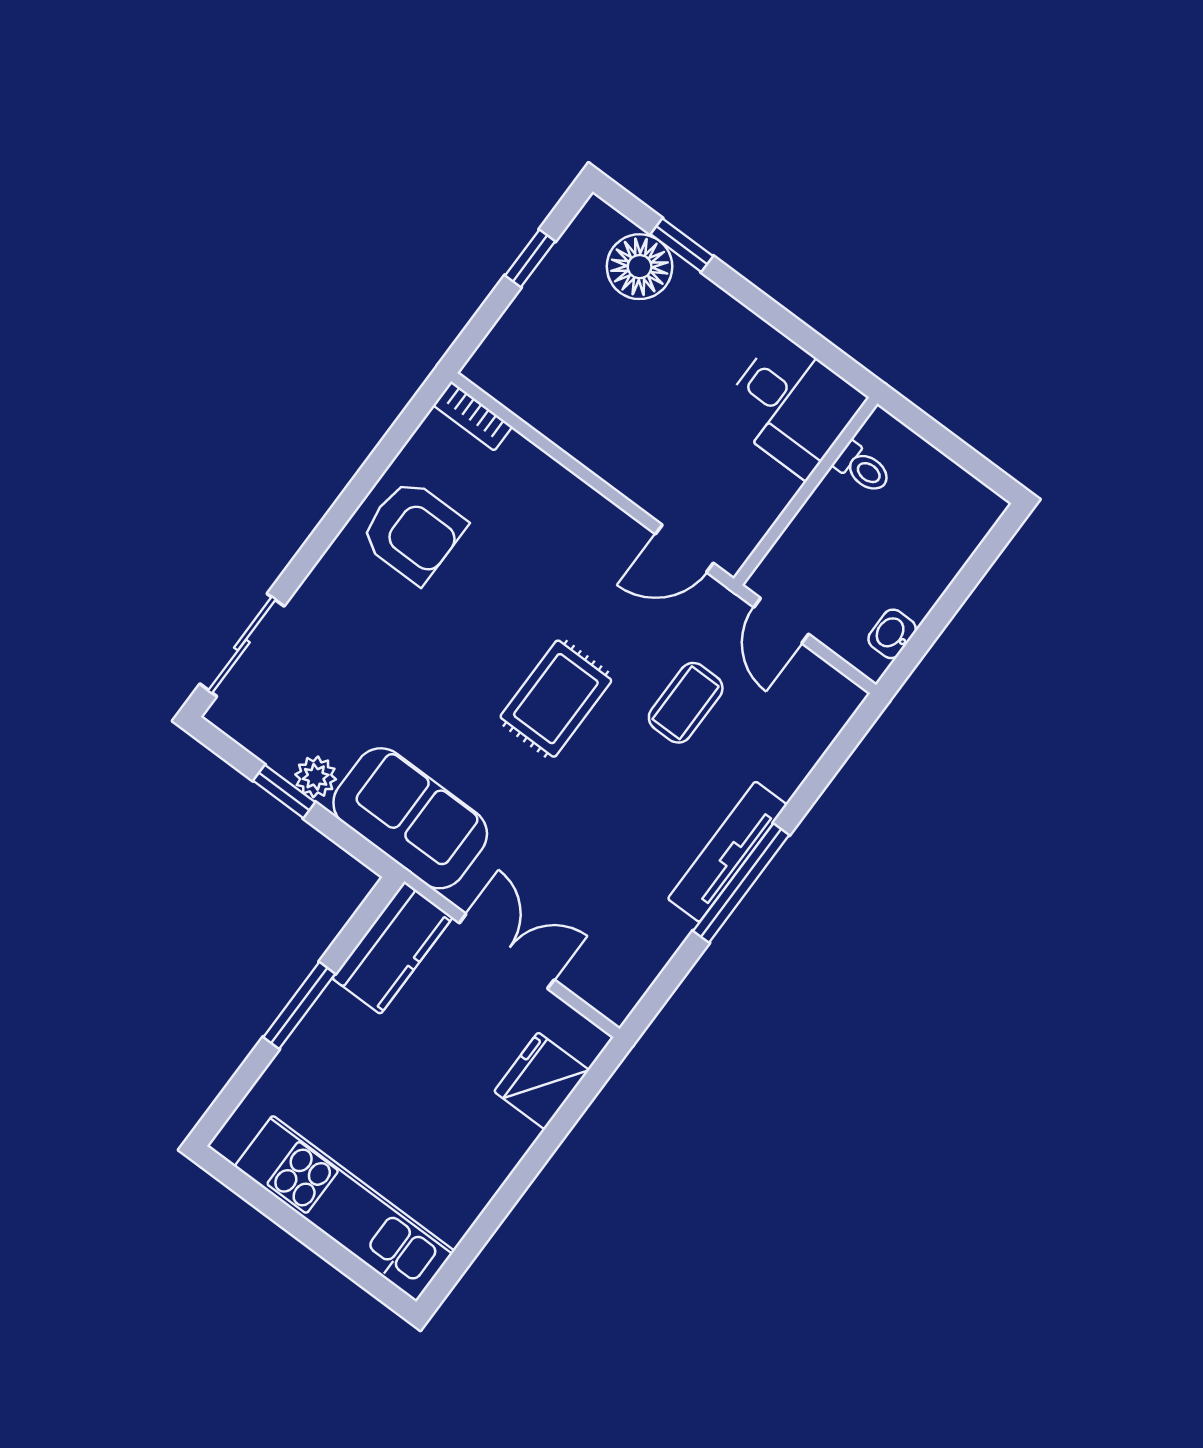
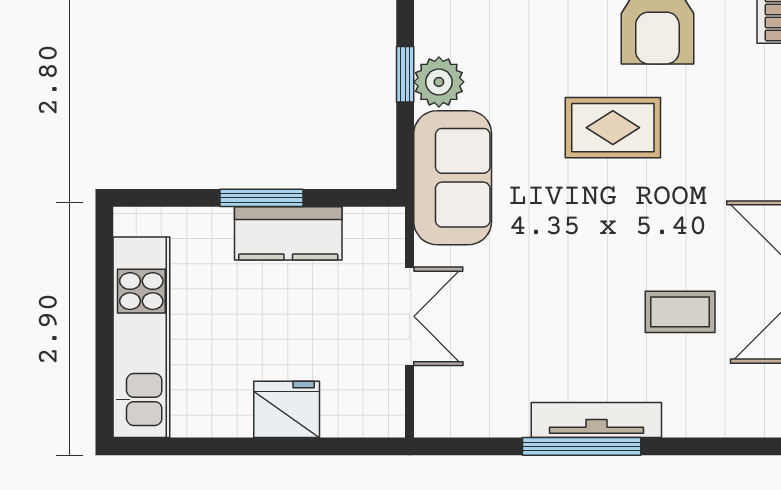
rug: (556, 699) -> (613, 128), moved
plant: (316, 777) -> (439, 82), width x1.38, depth x1.38
kitchen counter: (392, 948) -> (288, 233), moved
fridge: (542, 1081) -> (287, 409), moved

